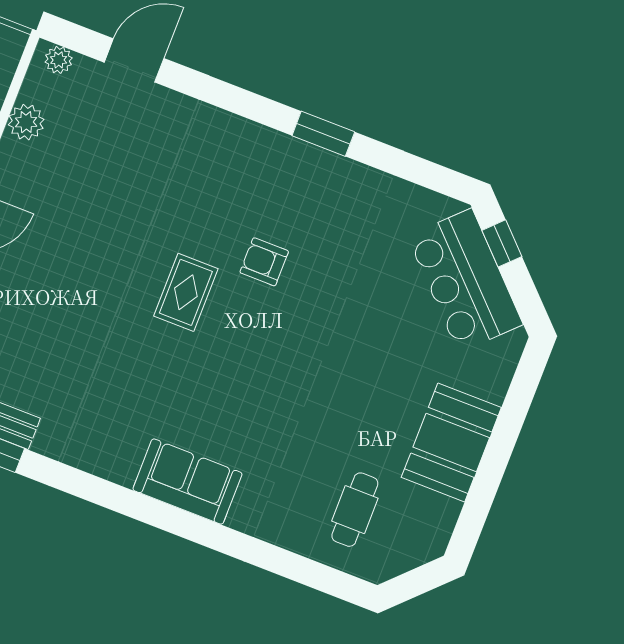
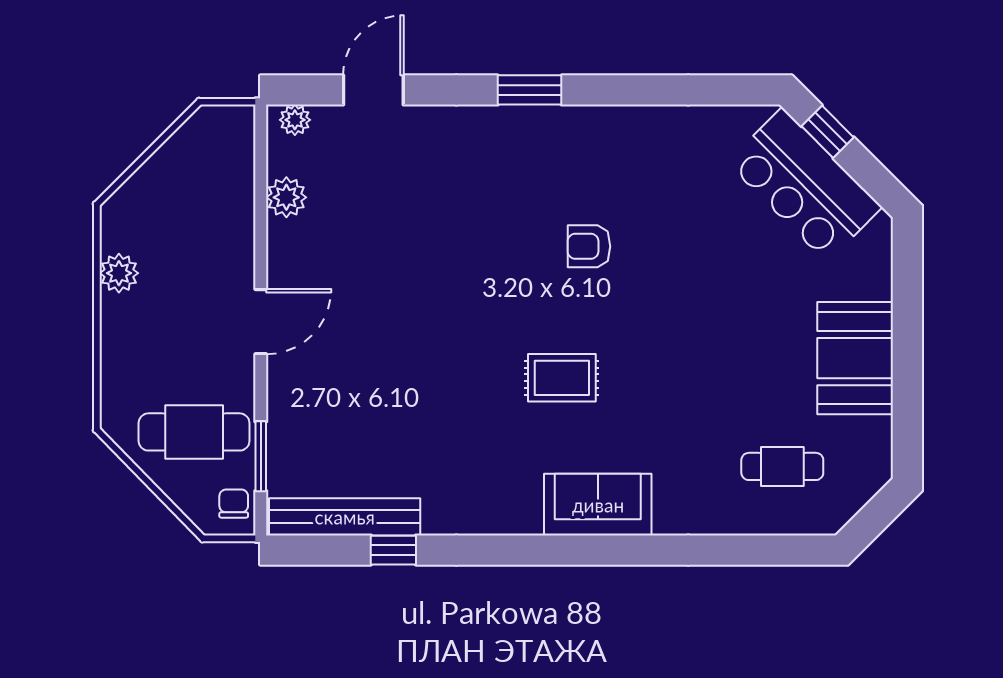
window: (323, 134) -> (530, 90), moved
rug: (186, 292) -> (562, 378), moved, turned 90
cafe table: (355, 510) -> (782, 466), turned 90

